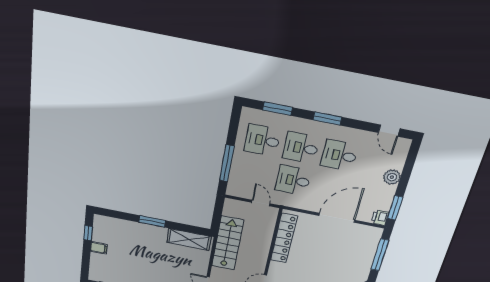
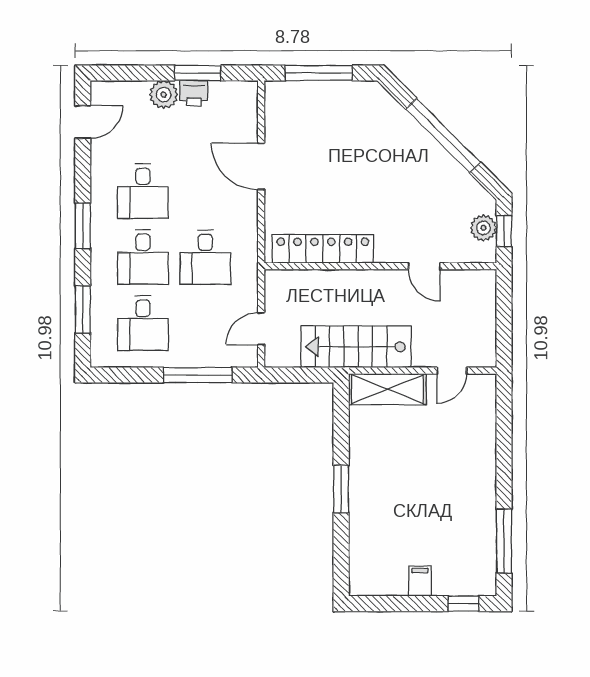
door: (261, 203) -> (261, 329), moved
window: (395, 208) -> (198, 73), moved
door: (337, 218) -> (261, 166), width x0.73
printer: (380, 218) -> (194, 93), moved
window: (88, 233) -> (463, 604), moved
shelving: (189, 240) -> (387, 389), moved, turned 90

